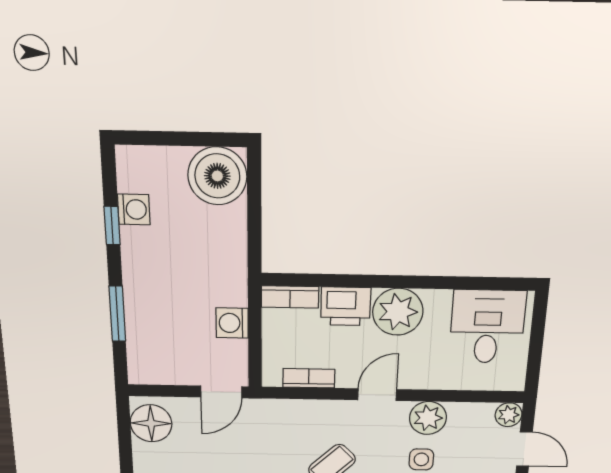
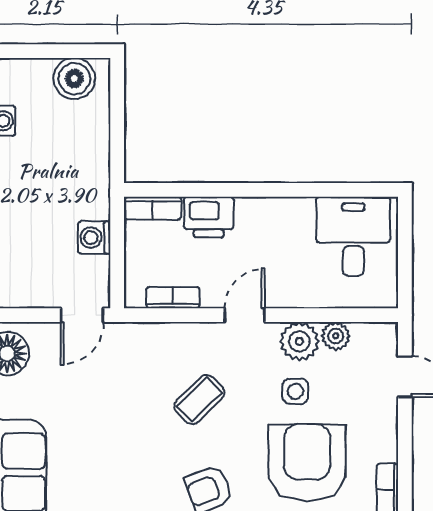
boiler: (217, 176) -> (74, 79), width x0.73, depth x0.73
plant: (398, 312) -> (262, 222), removed
plant: (509, 415) -> (336, 336), moved

